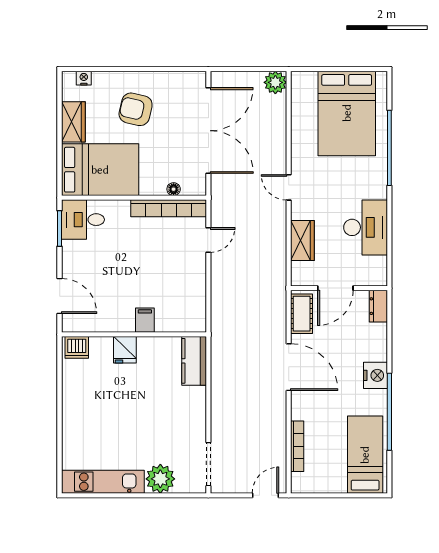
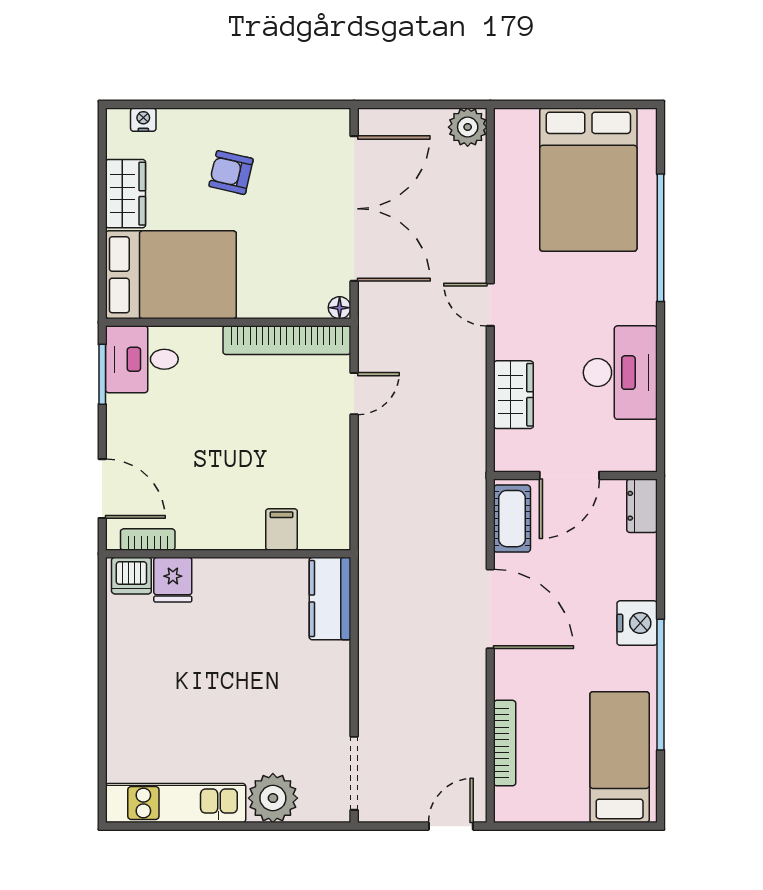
armchair: (136, 109) -> (231, 173), width x0.72, depth x0.72
floor lamp: (174, 189) -> (340, 308), moved
filing cabinet: (145, 320) -> (282, 529), moved
bookcase: (86, 326) -> (148, 540), added
fridge: (125, 350) -> (173, 580), moved

